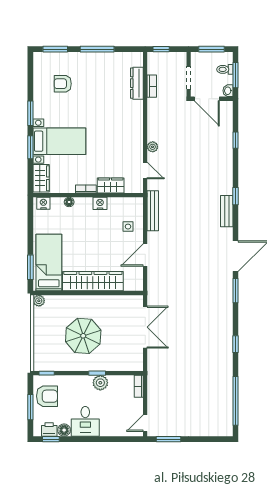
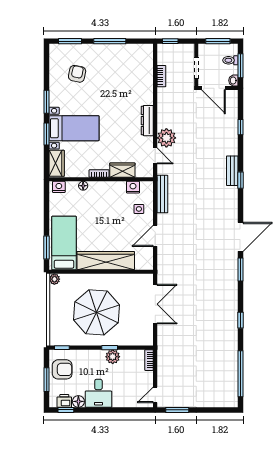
dresser: (137, 83) -> (147, 121), moved
armchair: (63, 84) -> (77, 74), turned 102
plant: (153, 147) -> (166, 138), width x1.87, depth x1.87
nightstand: (100, 203) -> (133, 187), moved
bench: (227, 211) -> (232, 171), moved
parasol: (83, 336) -> (96, 312), width x1.36, depth x1.36

